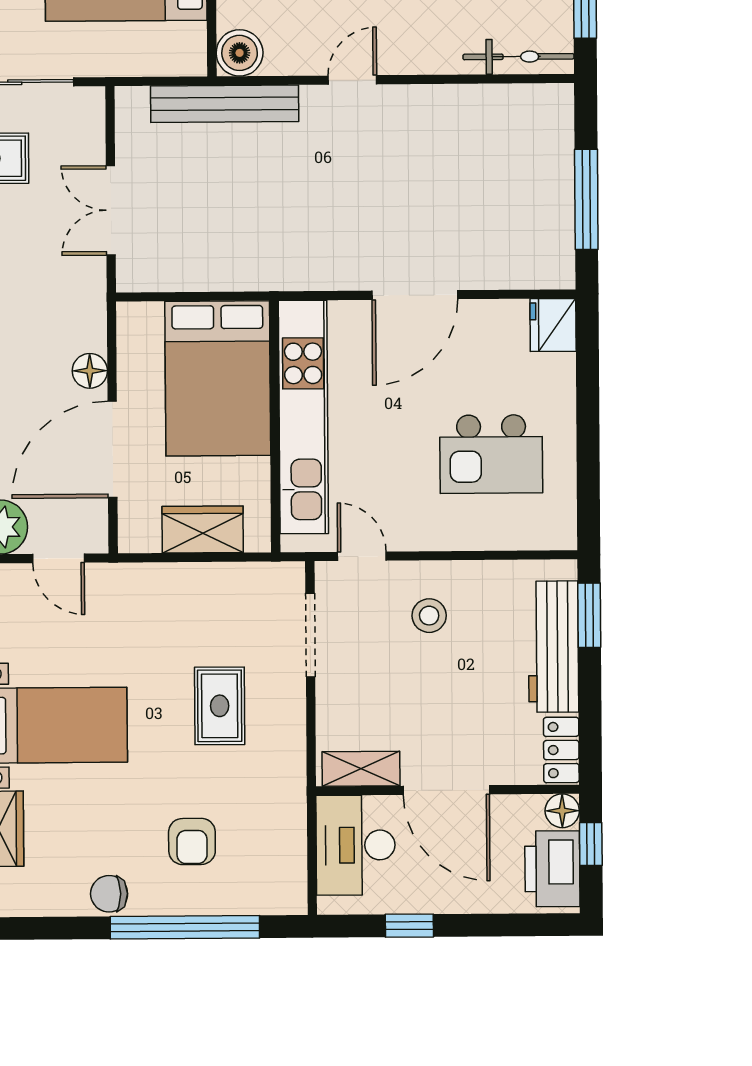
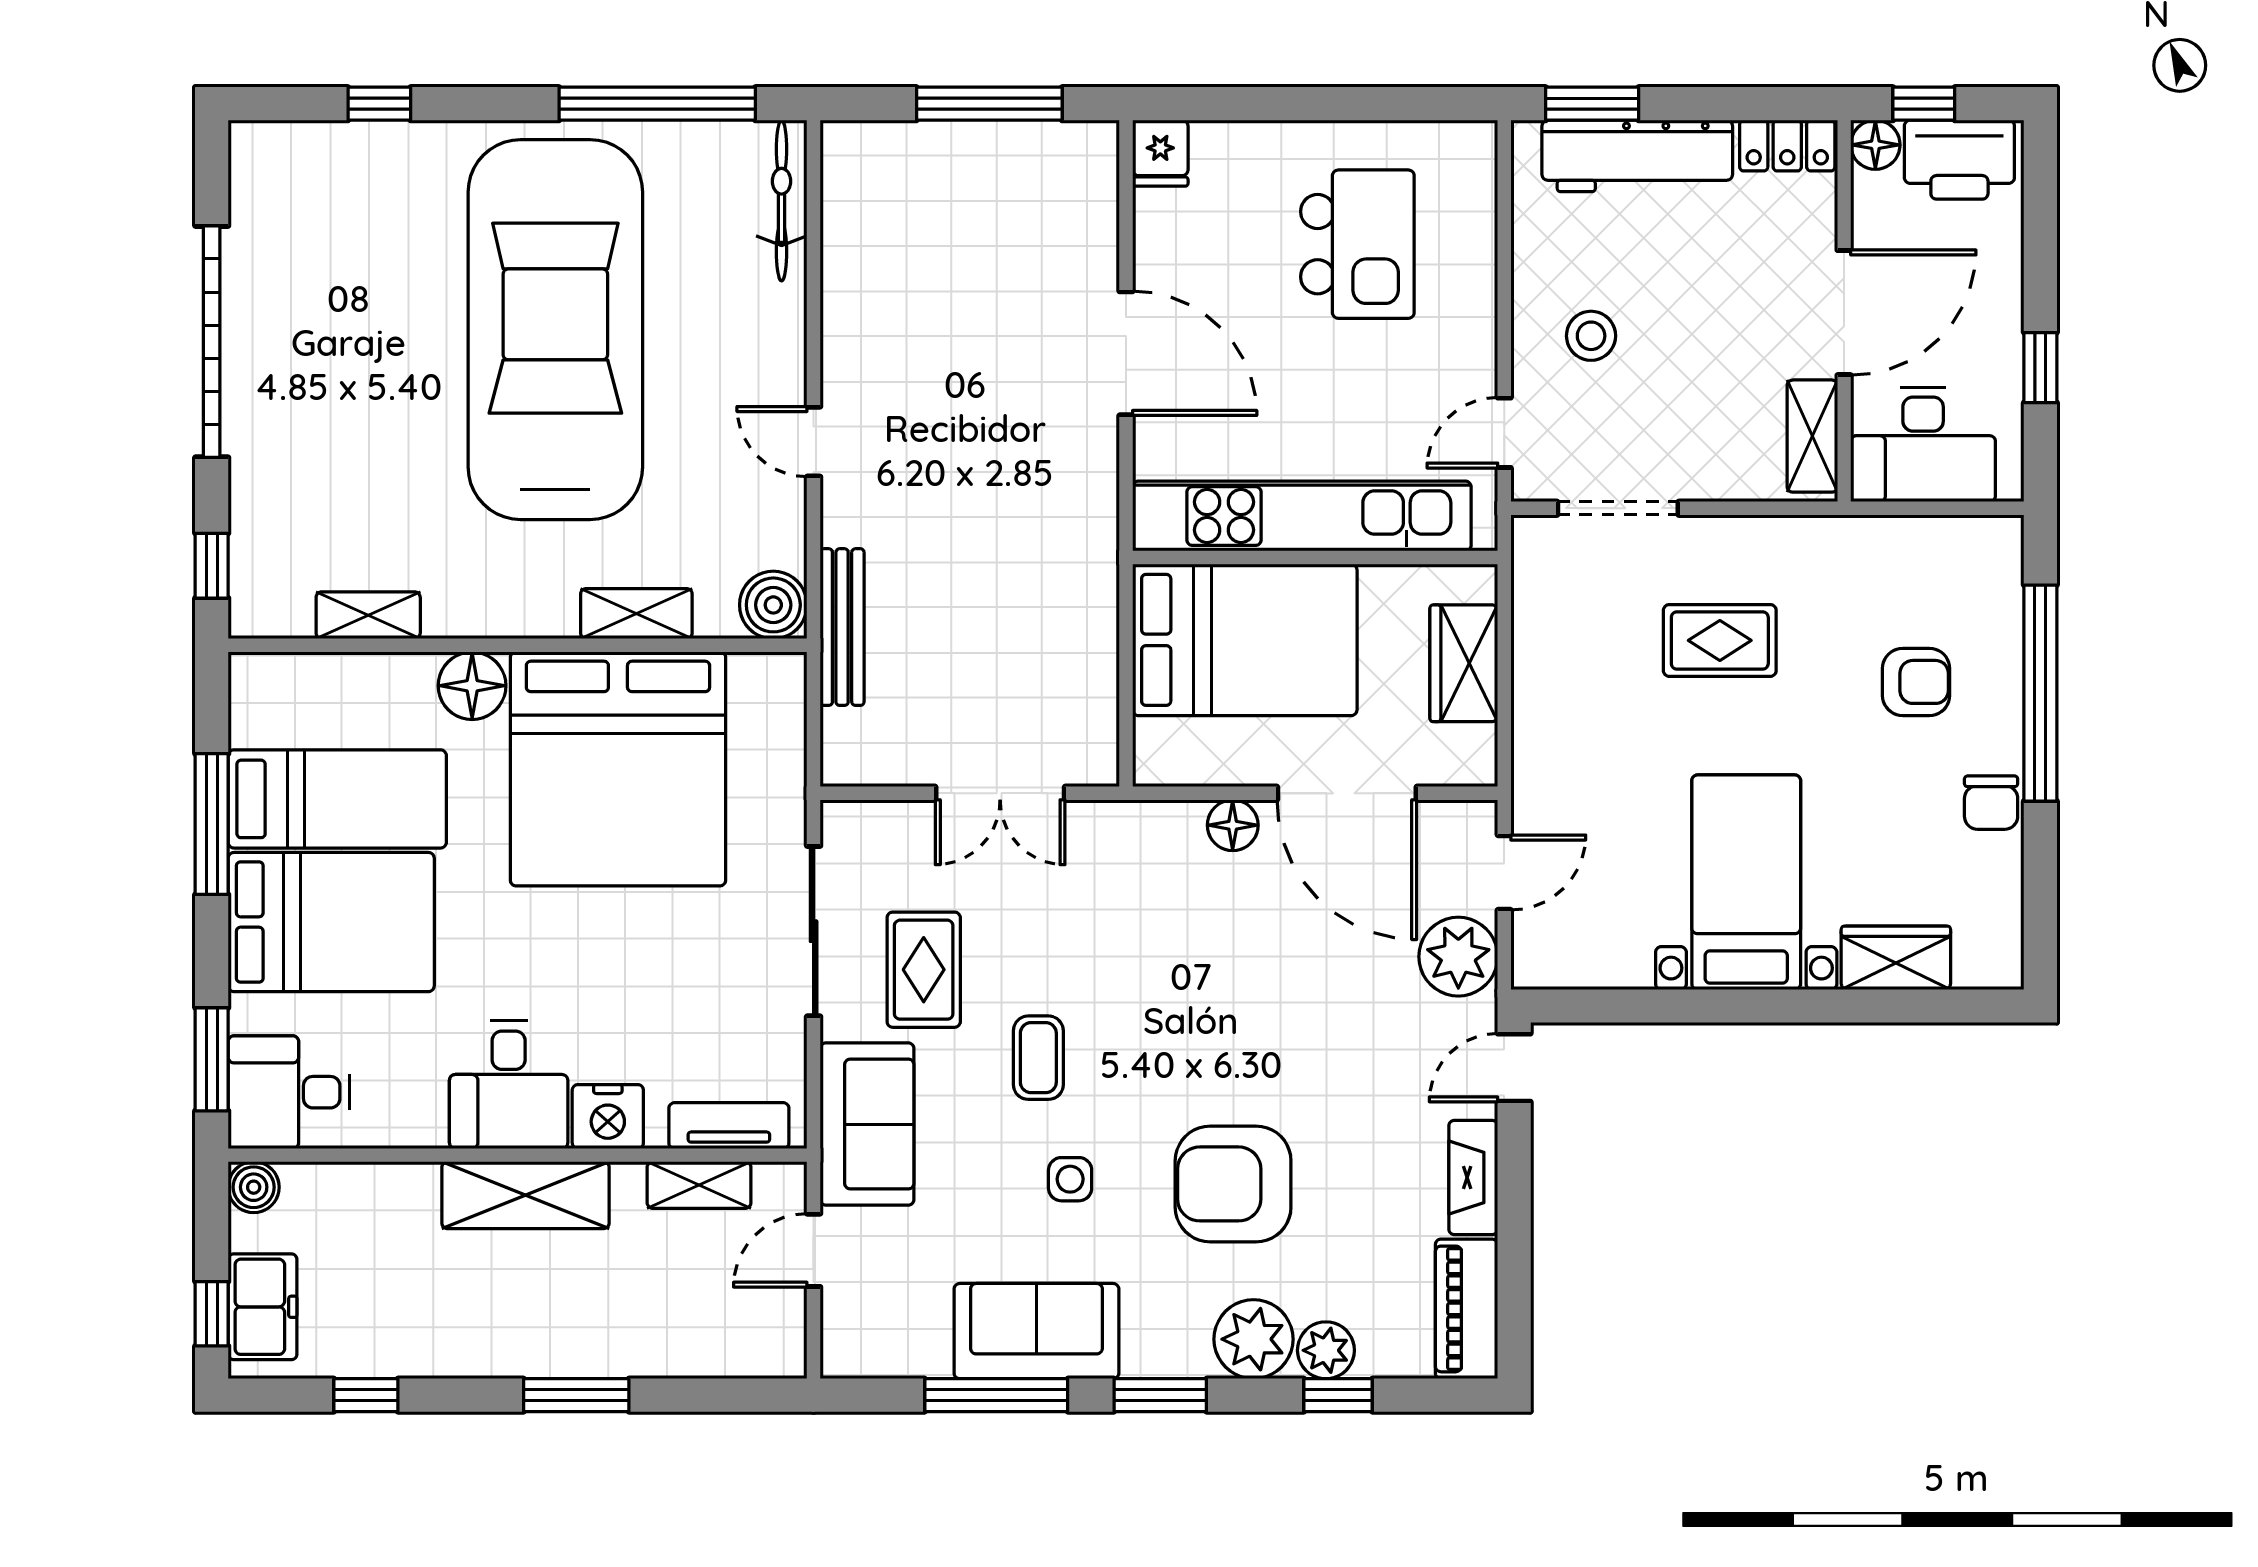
bench: (225, 104) -> (842, 627), width x0.73, depth x0.82
fridge: (553, 325) -> (1160, 153), width x0.72

